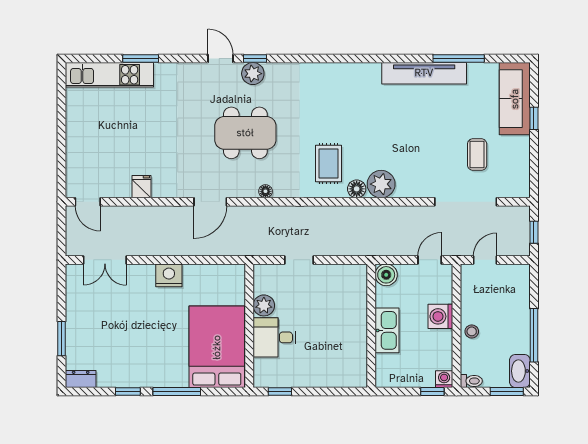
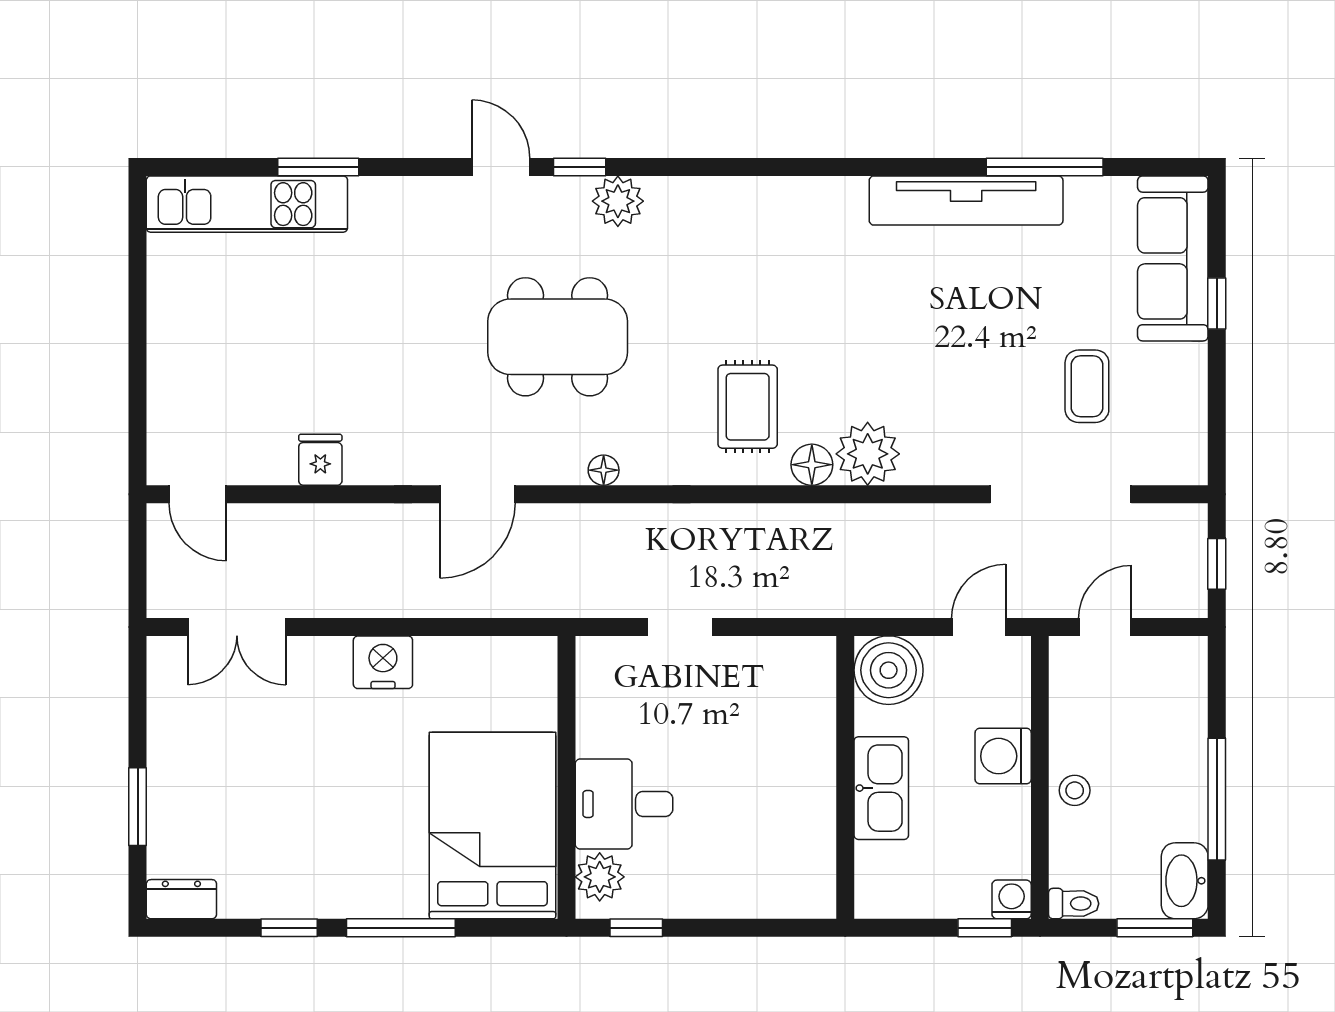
plant: (253, 74) -> (618, 201), moved
boiler: (386, 275) -> (889, 670), width x1.37, depth x1.37
plant: (264, 305) -> (600, 877), moved

